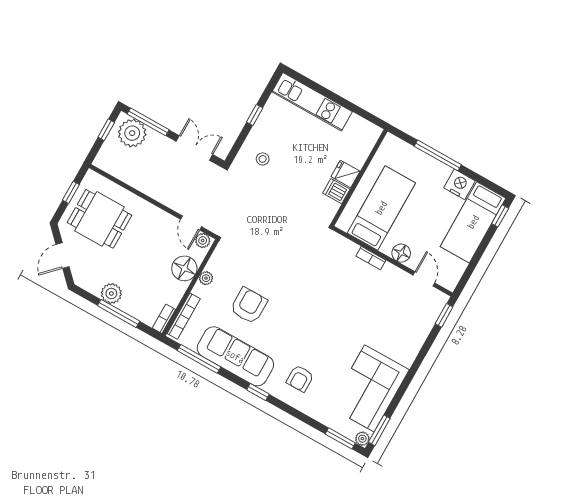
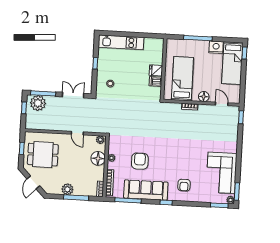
door: (191, 223) -> (77, 133), moved

